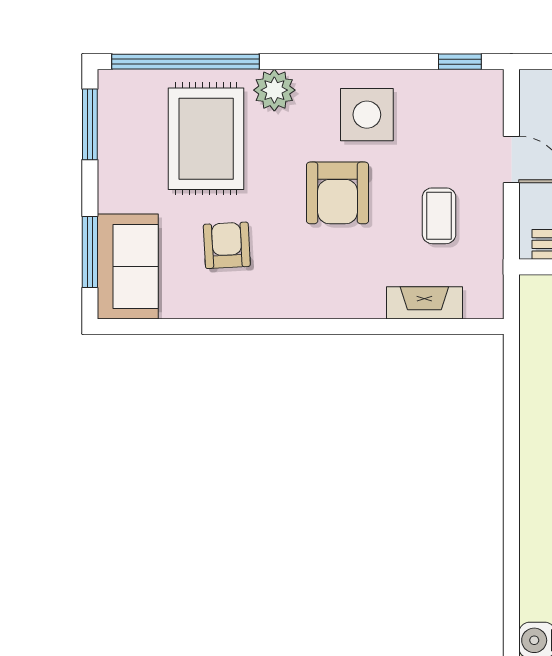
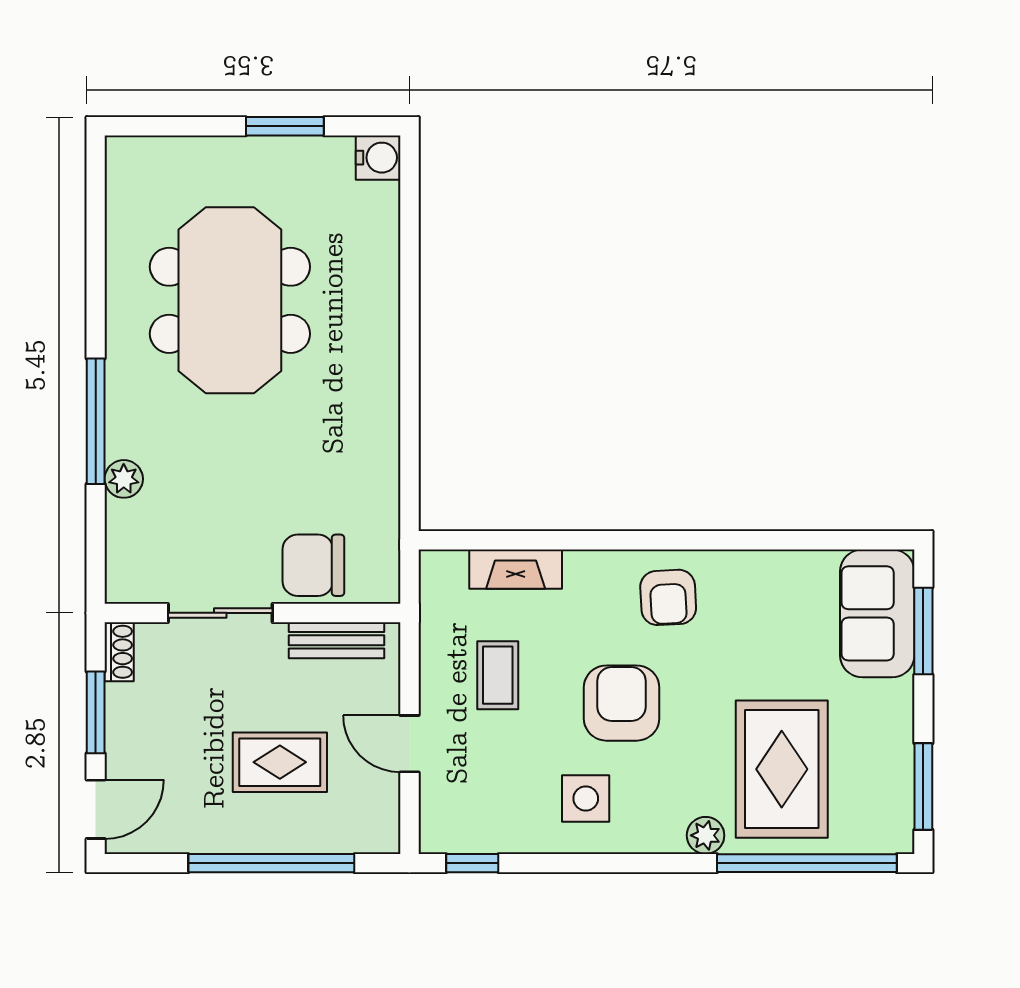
plant: (274, 90) -> (706, 835), width x0.73, depth x0.73
side table: (367, 115) -> (586, 798), width x0.73, depth x0.73
armchair: (227, 245) -> (668, 597), moved

